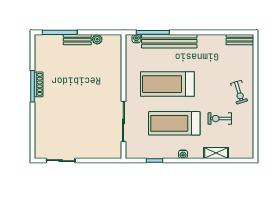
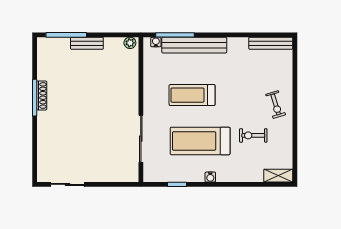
plant: (97, 39) -> (130, 43), moved
bench: (240, 40) -> (271, 43), width x1.36
treadmill: (167, 84) -> (192, 95), width x0.73, depth x0.73
shelving: (216, 153) -> (278, 176), moved

